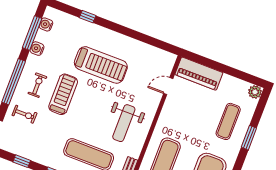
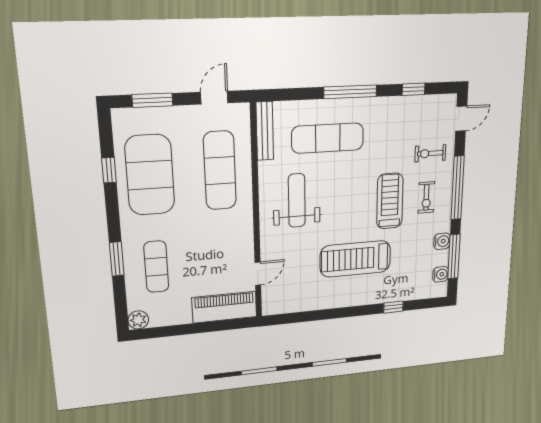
treadmill: (63, 94) -> (390, 201), turned 180

